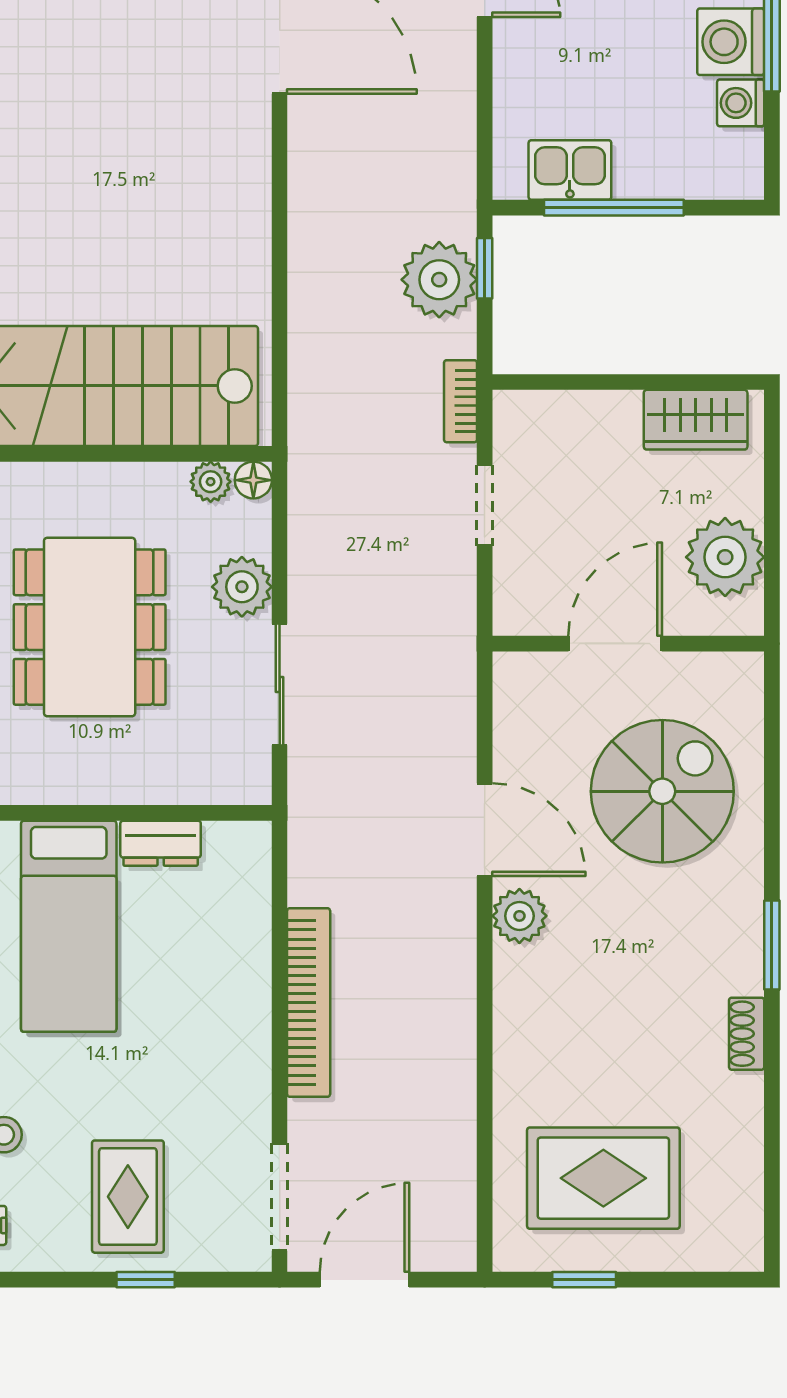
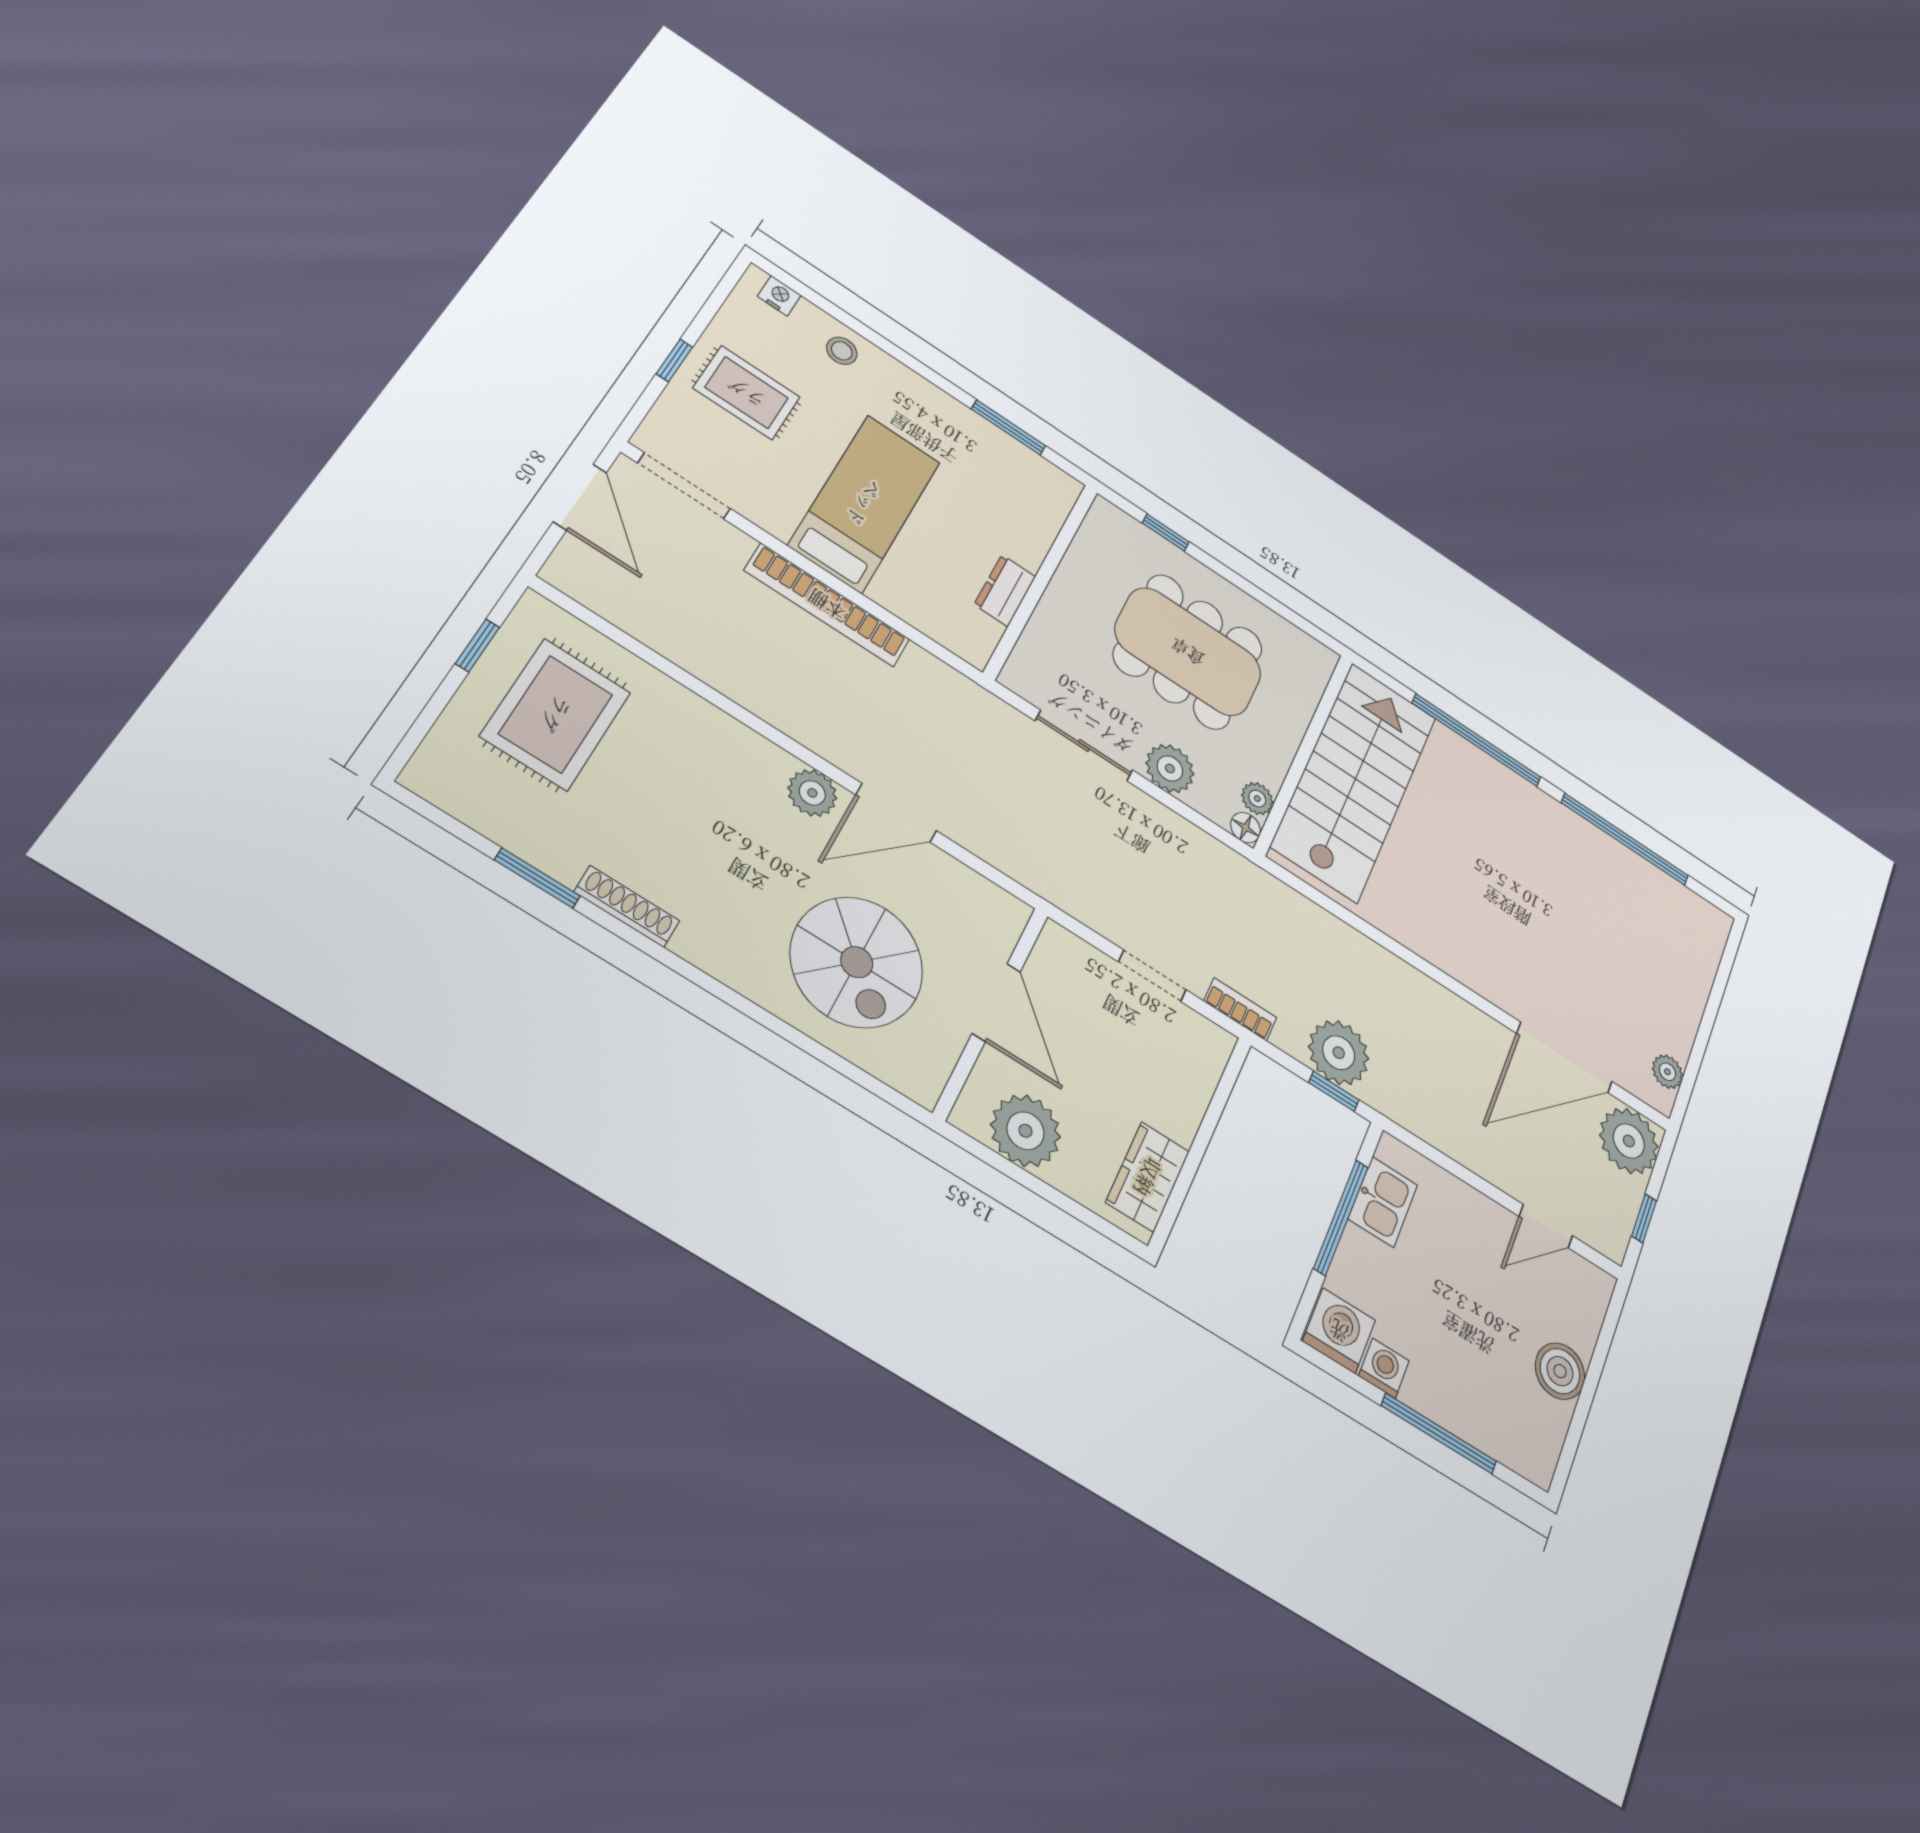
washing machine: (731, 42) -> (1339, 1331), moved
bed: (69, 926) -> (865, 503), moved, turned 90
window: (772, 945) -> (537, 878), moved
shoe rack: (747, 1034) -> (627, 906), width x1.43

